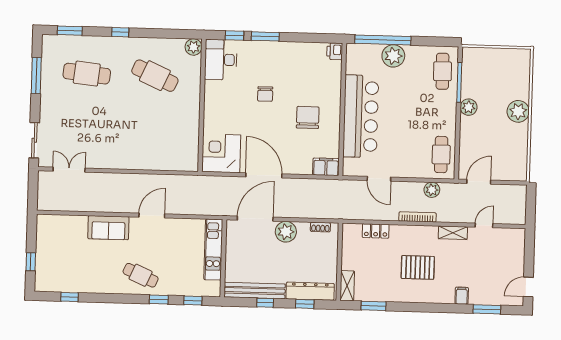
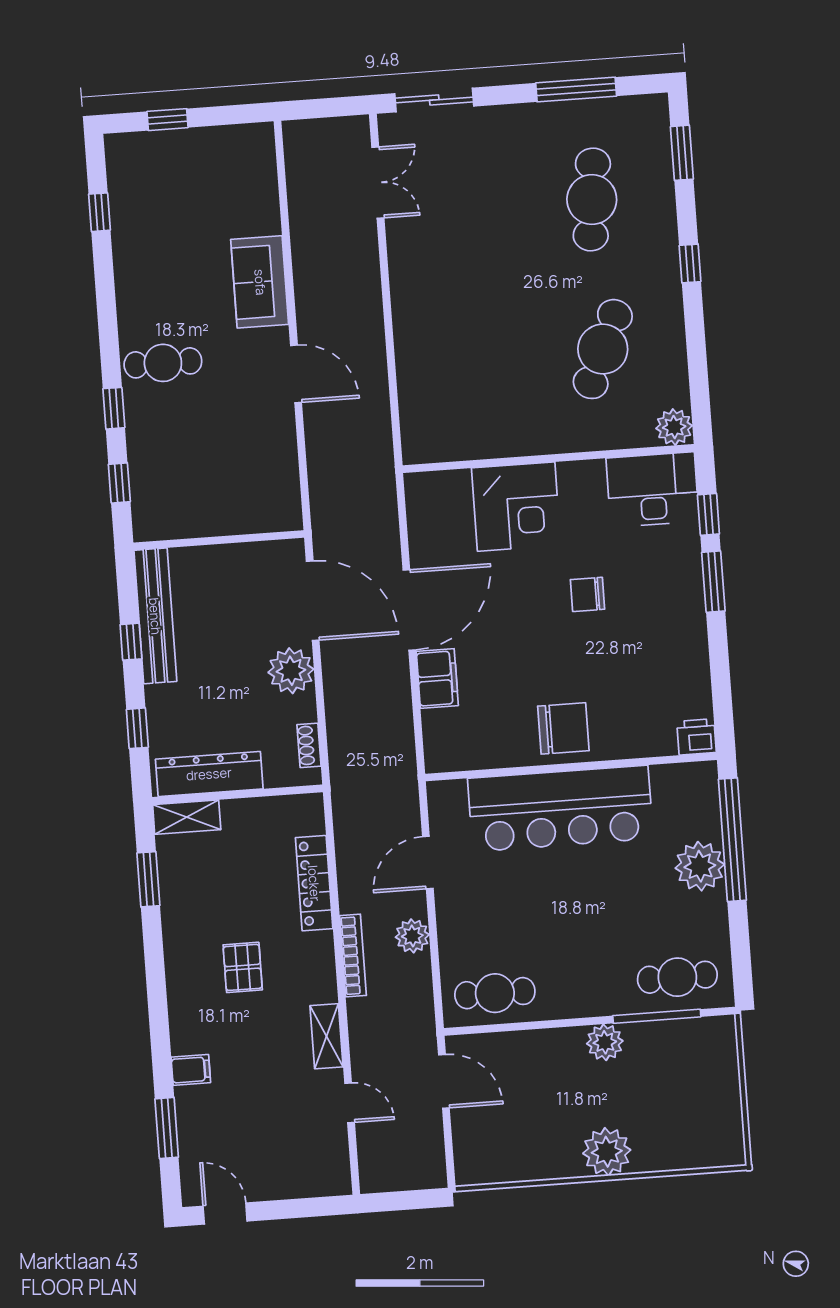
chair: (308, 117) -> (563, 728), moved
corner desk: (221, 153) -> (516, 507), moved, turned 90
filing cabinet: (326, 167) -> (437, 678), moved
plant: (432, 190) -> (412, 936), moved
locker: (376, 231) -> (314, 883), width x1.53
kitchen unit: (213, 250) -> (236, 516), removed
pallet: (418, 267) -> (243, 967), width x0.67, depth x0.71
cafe table: (141, 275) -> (163, 363), turned 66
dresser: (310, 291) -> (209, 774), moved, turned -90

